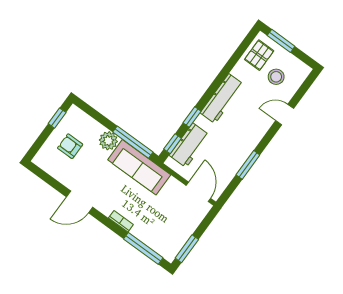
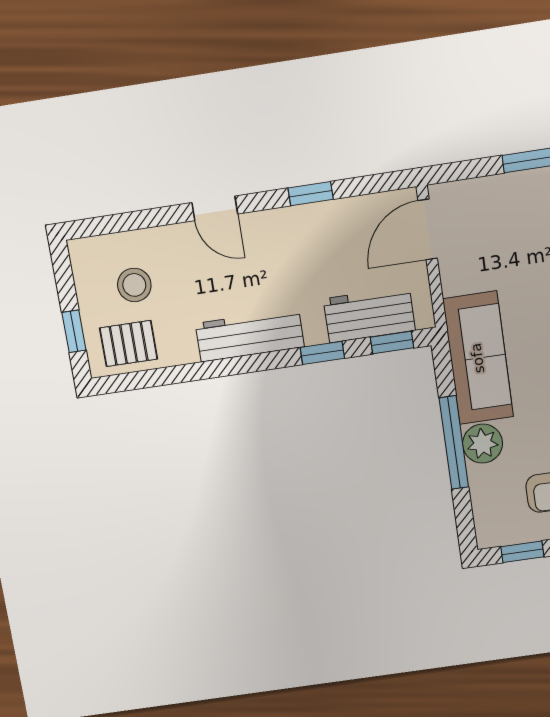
window: (281, 41) -> (74, 331), width x0.67
door: (285, 115) -> (215, 208), moved
window: (133, 142) -> (454, 443), moved
window: (248, 165) -> (311, 194), width x0.67

